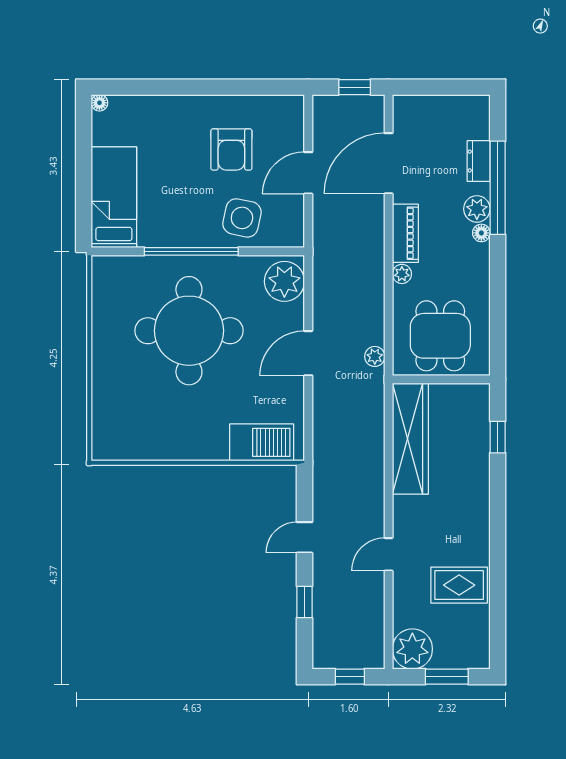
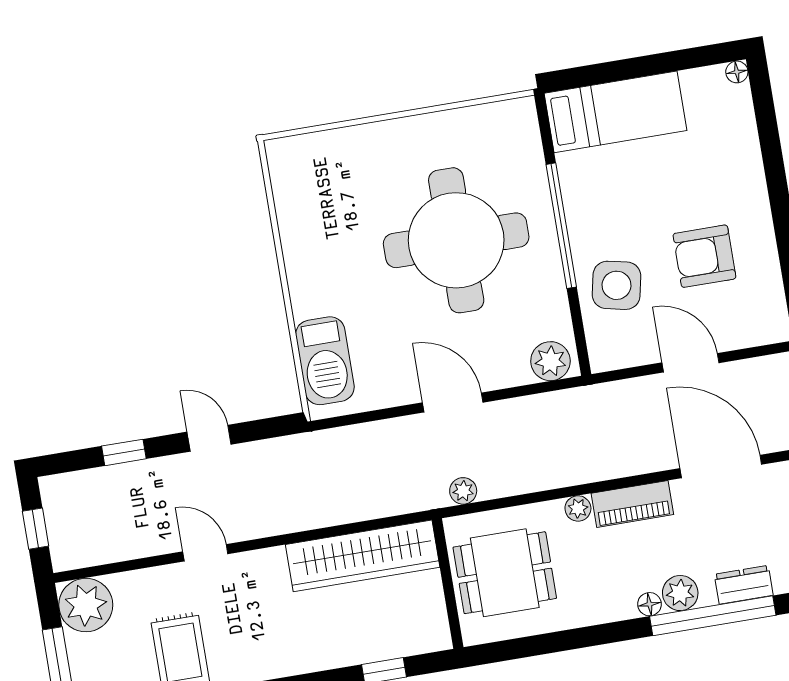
plant: (284, 281) -> (550, 361), width x0.73, depth x0.73

